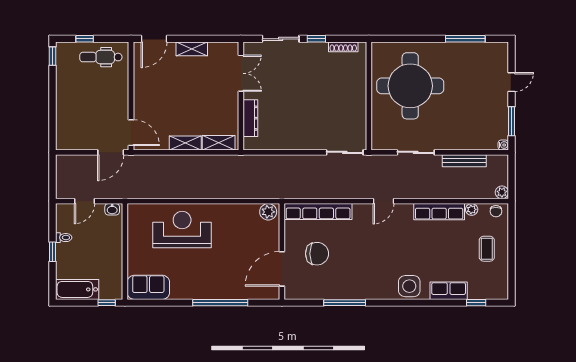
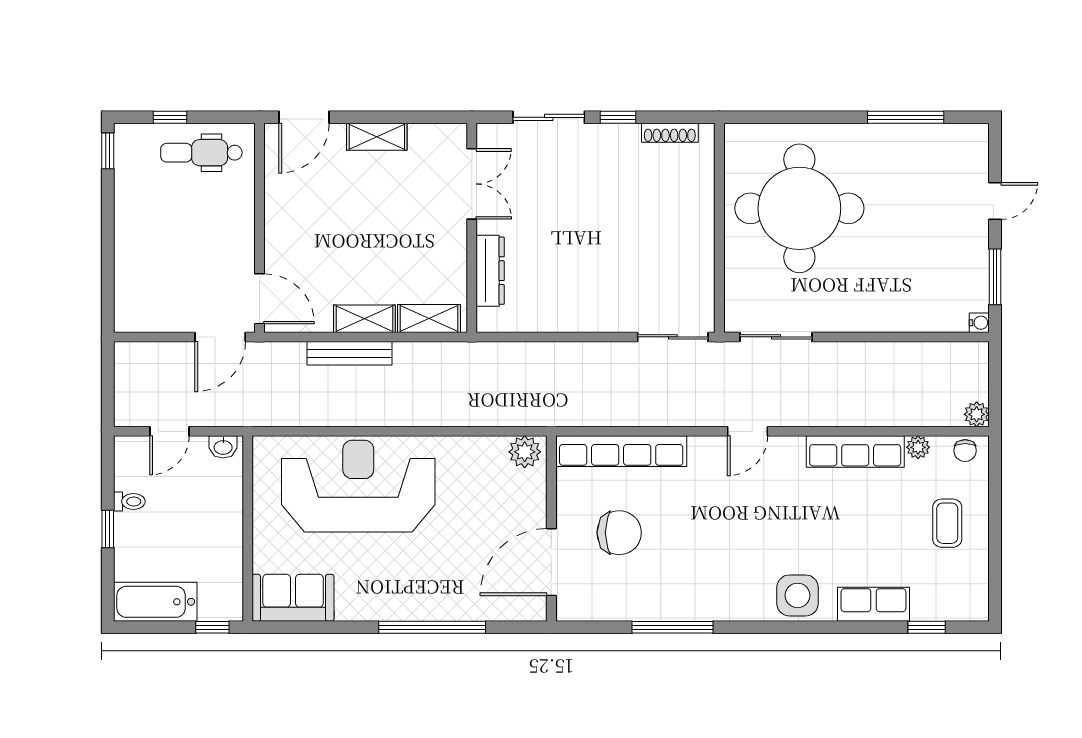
sliding door: (416, 152) -> (776, 337), moved
bench: (464, 161) -> (349, 353), moved
reception desk: (182, 230) -> (358, 486), width x1.36, depth x1.30

